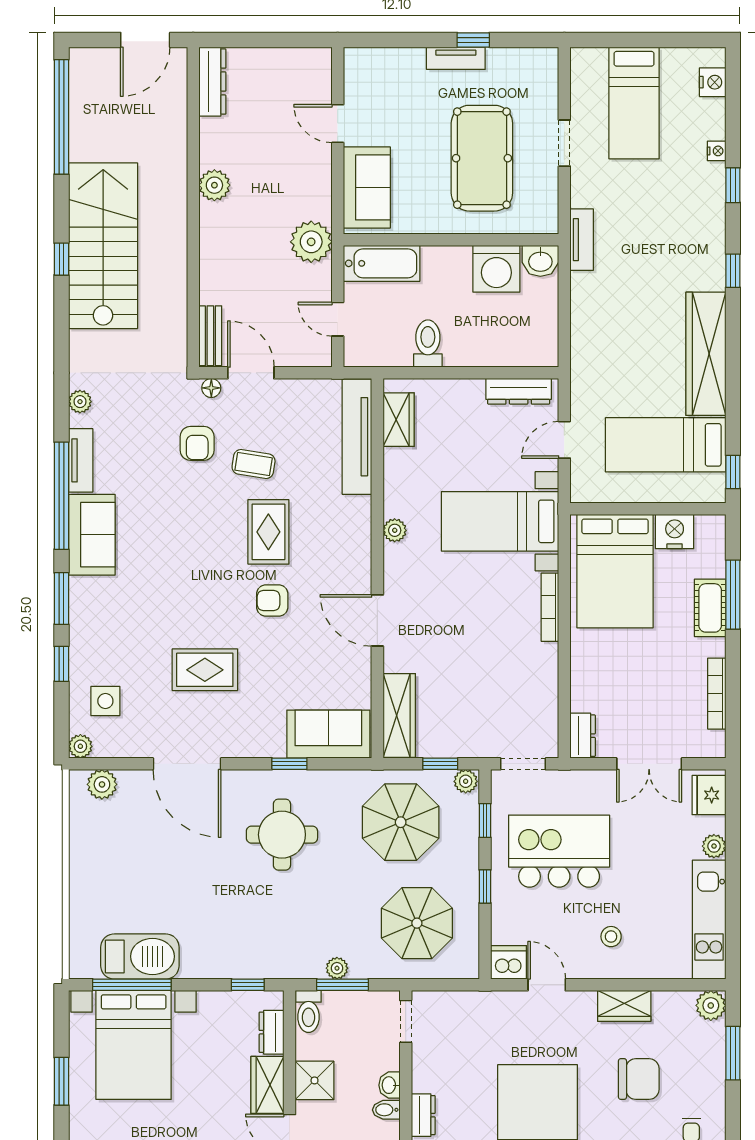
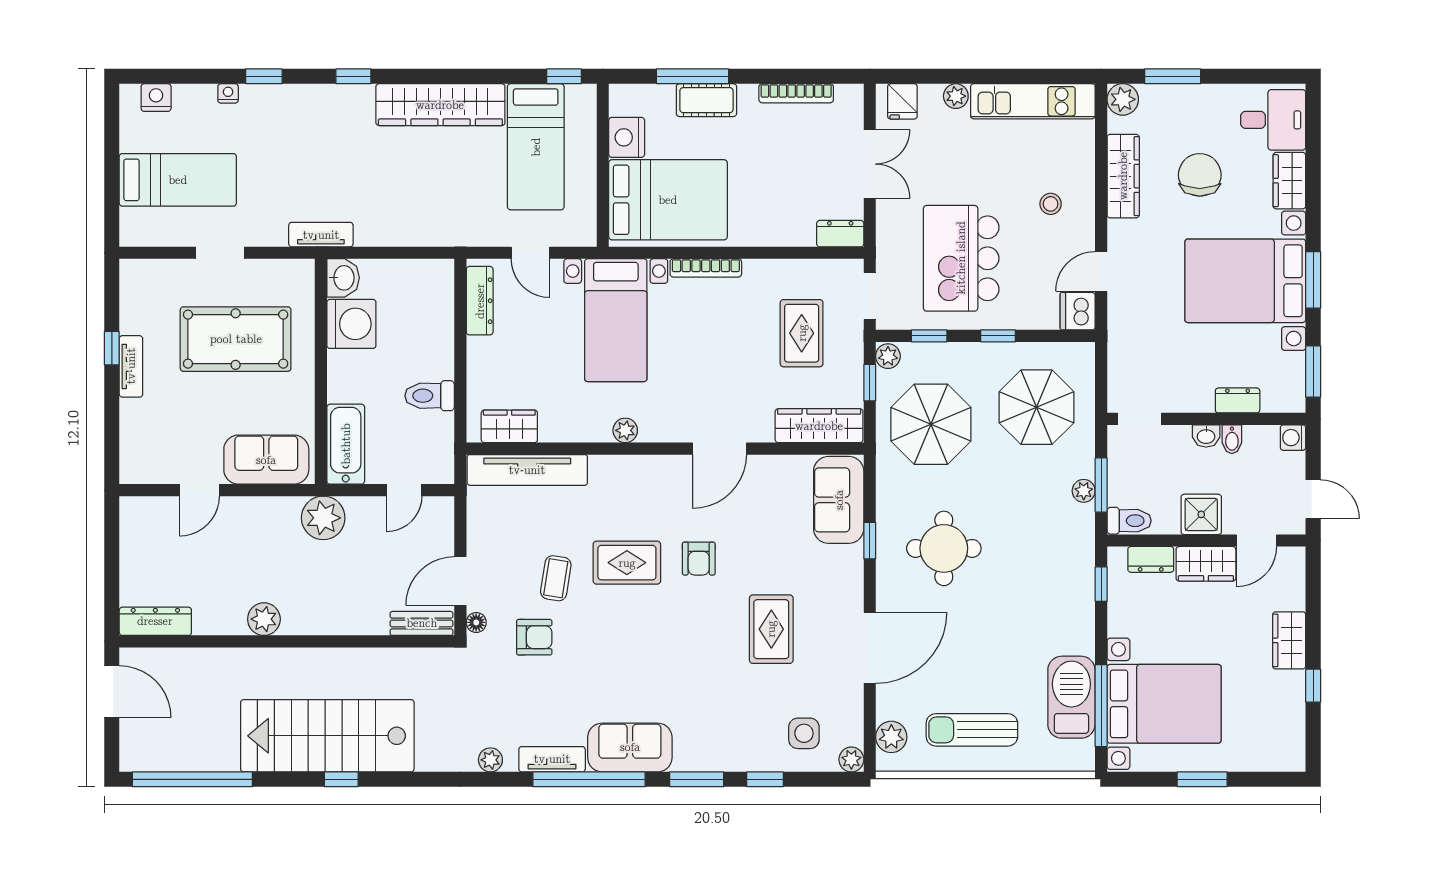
rug: (488, 699) -> (802, 333), added
fridge: (709, 795) -> (902, 101), width x0.72
sun lounger: (109, 861) -> (972, 730), added
wardrobe: (624, 1006) -> (1123, 176), width x1.50

